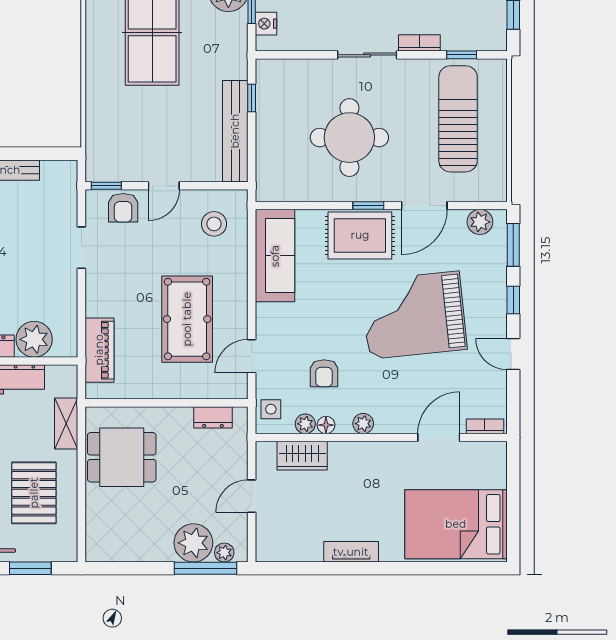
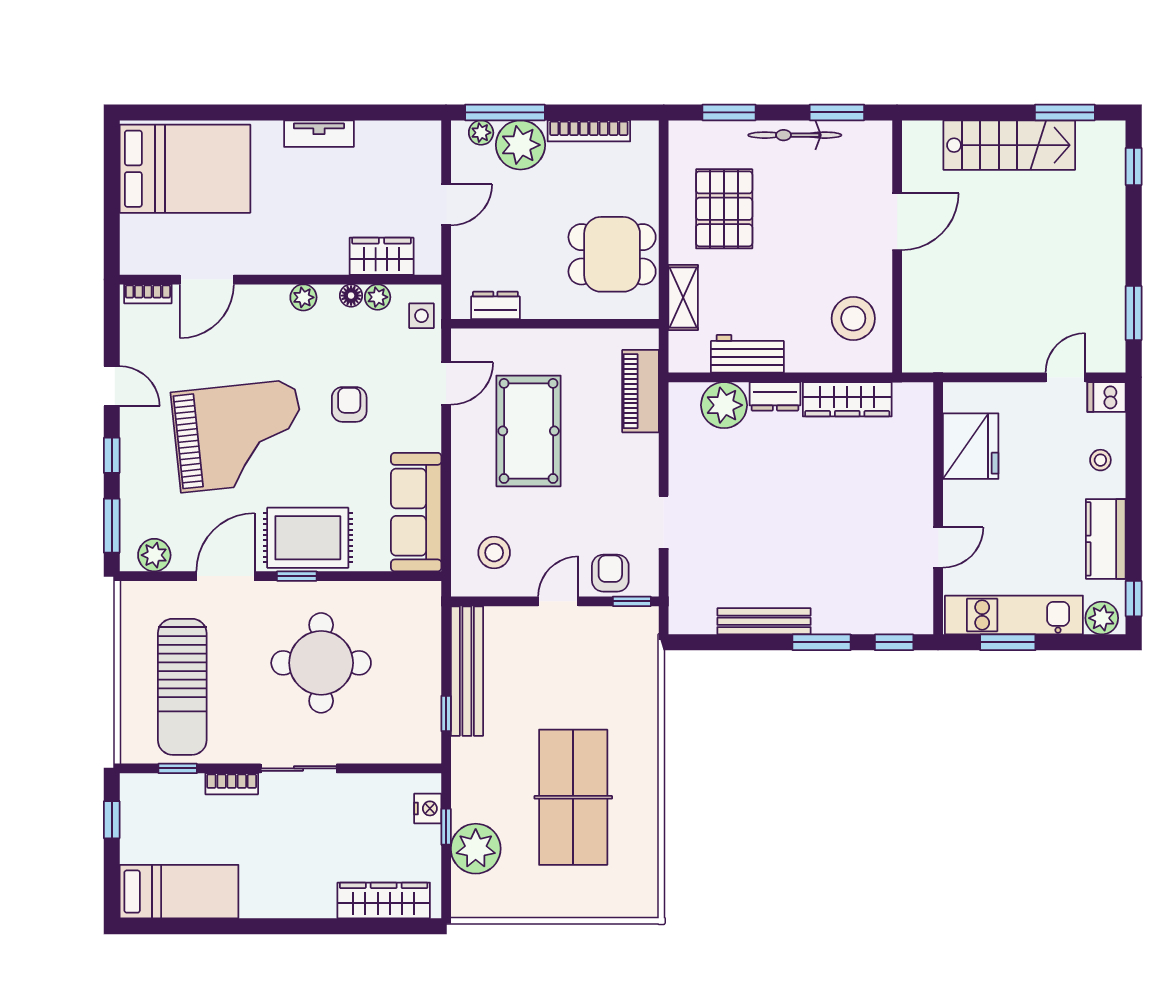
armchair: (324, 373) -> (349, 404), moved
bookcase: (140, 554) -> (589, 131), added

